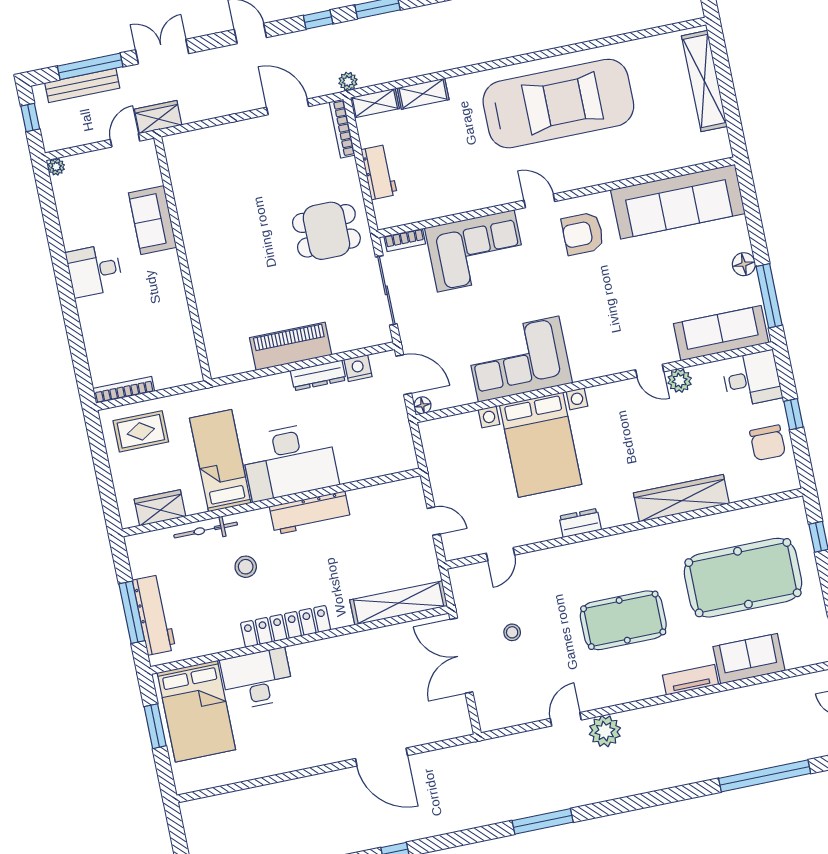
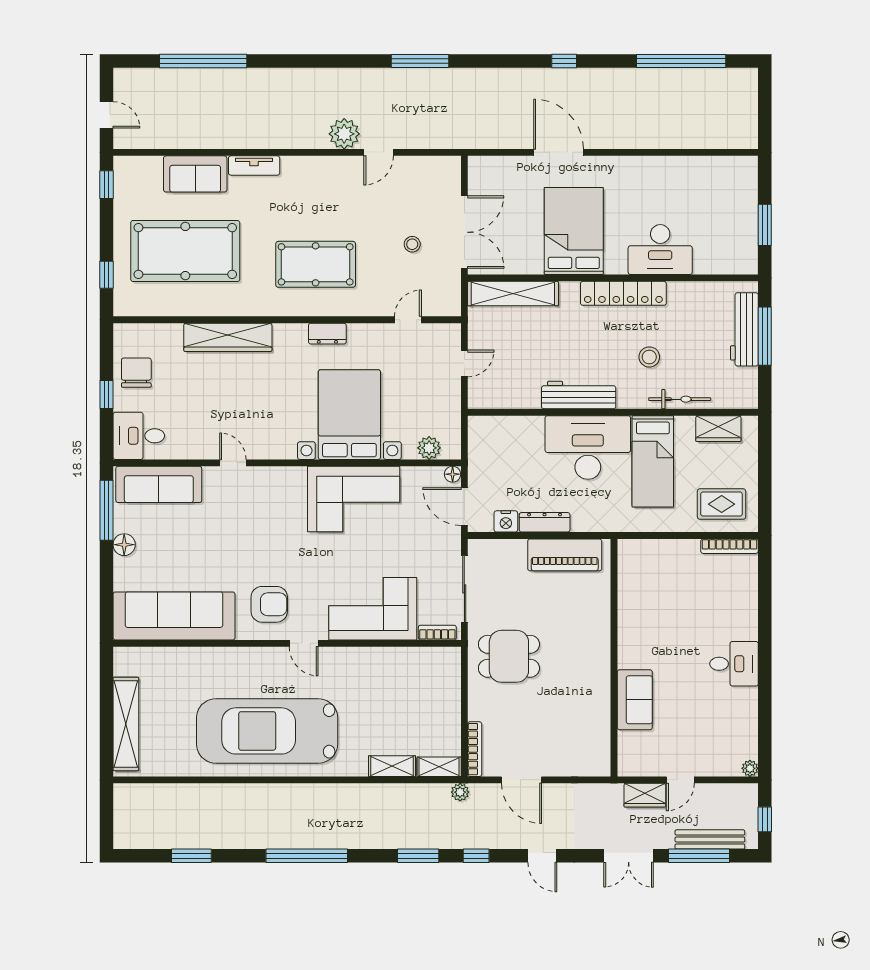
workbench: (379, 172) -> (448, 701), removed
sofa: (152, 220) -> (635, 700), moved
wall: (183, 259) -> (614, 658), moved
plant: (680, 381) -> (429, 448), moved
door: (434, 521) -> (464, 364), swing flipped
pool table: (623, 620) -> (316, 264), moved
bed: (196, 711) -> (574, 231), moved

